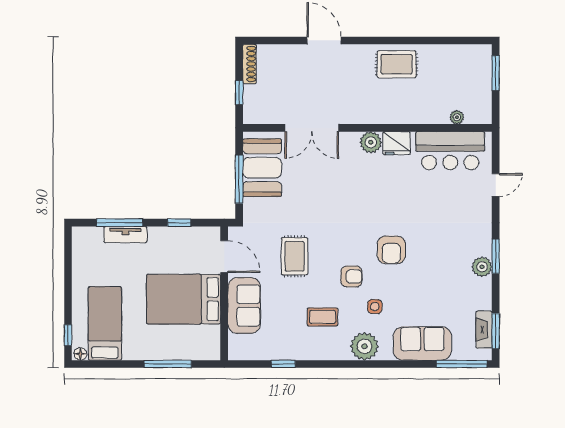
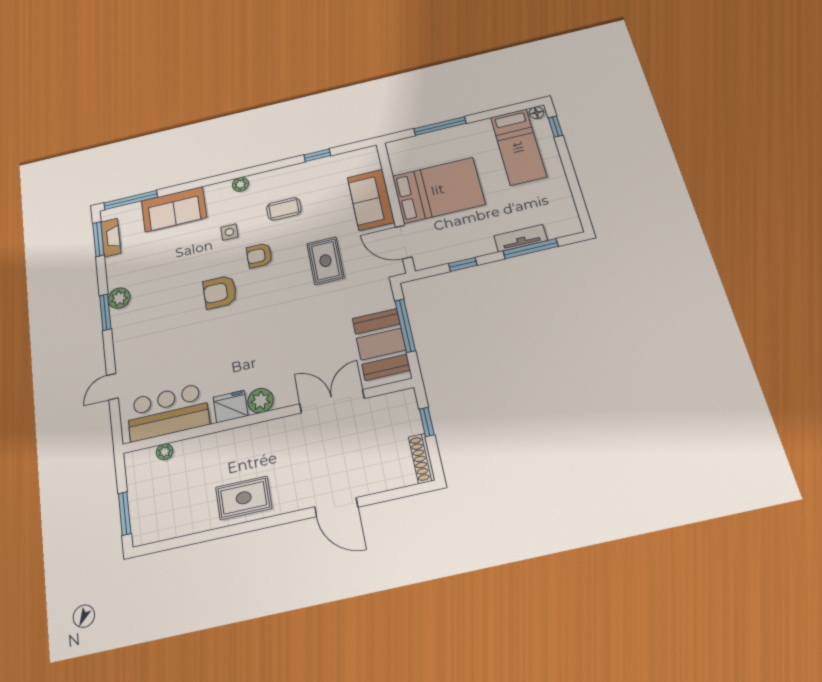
armchair: (391, 250) -> (220, 292), turned -90
plant: (364, 346) -> (240, 184), width x0.53, depth x0.53

